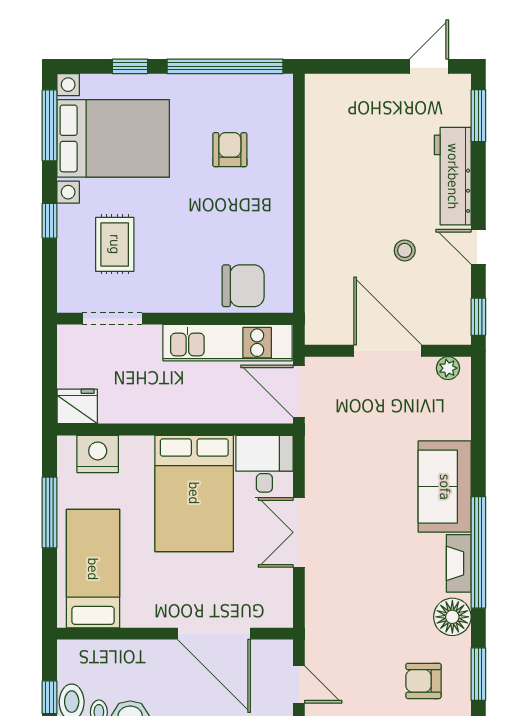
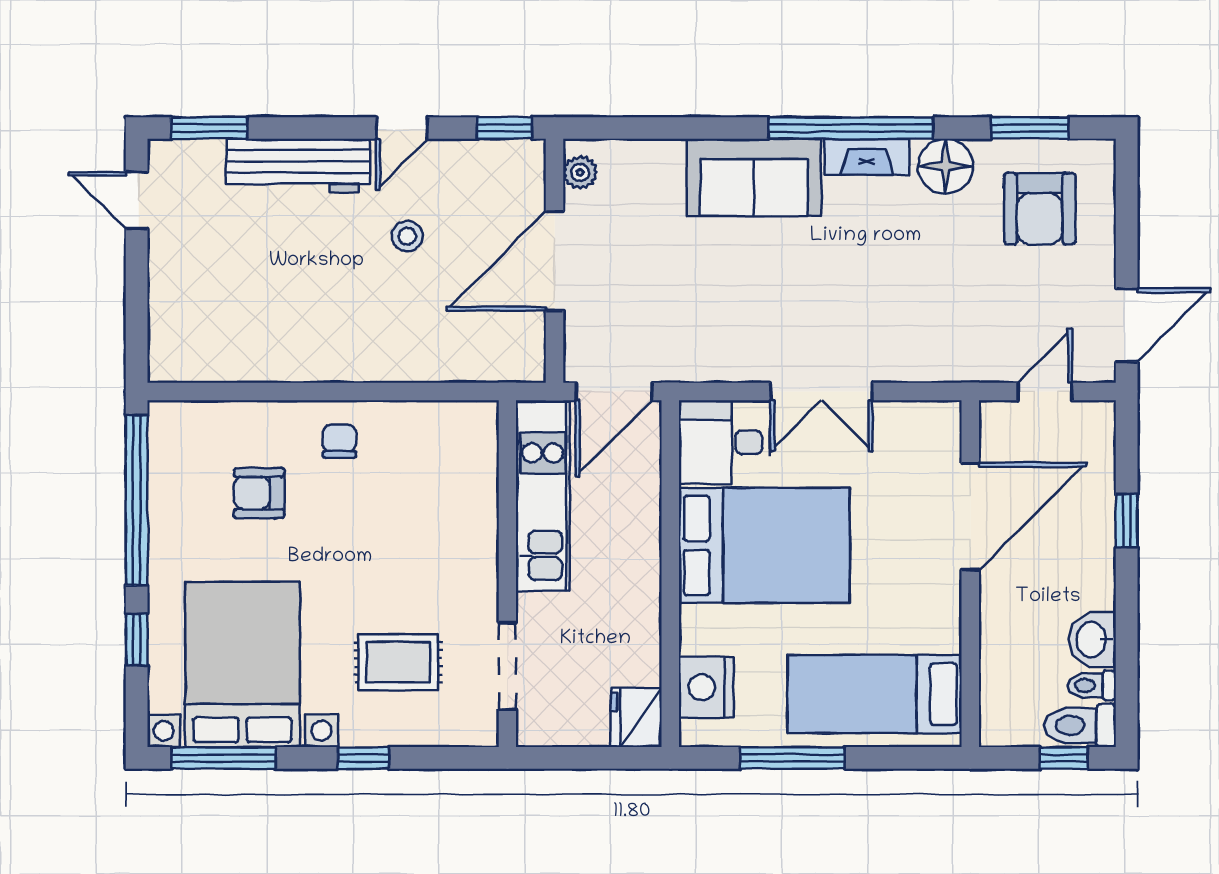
chair: (243, 286) -> (340, 441), moved, width x0.54, depth x0.54
armchair: (423, 681) -> (1040, 209), width x1.38, depth x1.38

